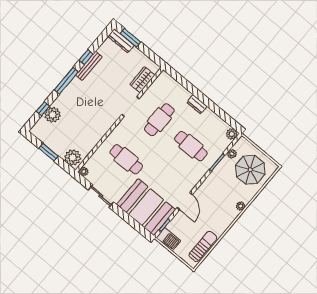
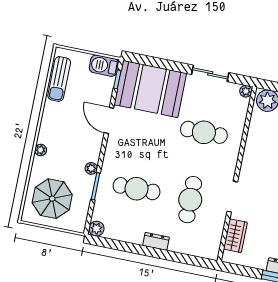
plant: (232, 154) -> (91, 168), moved

